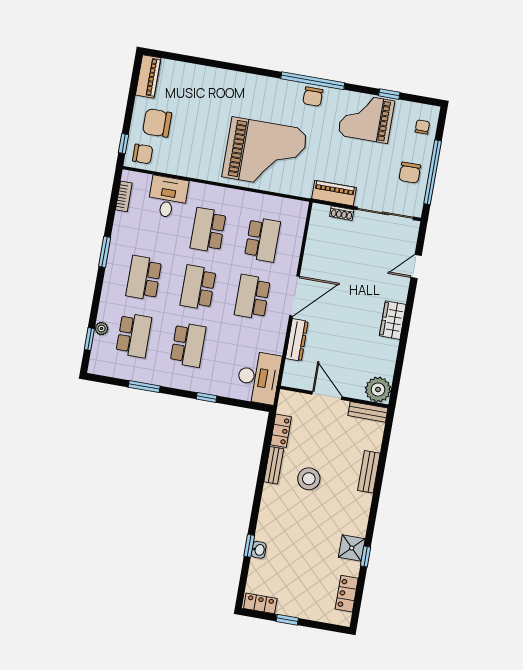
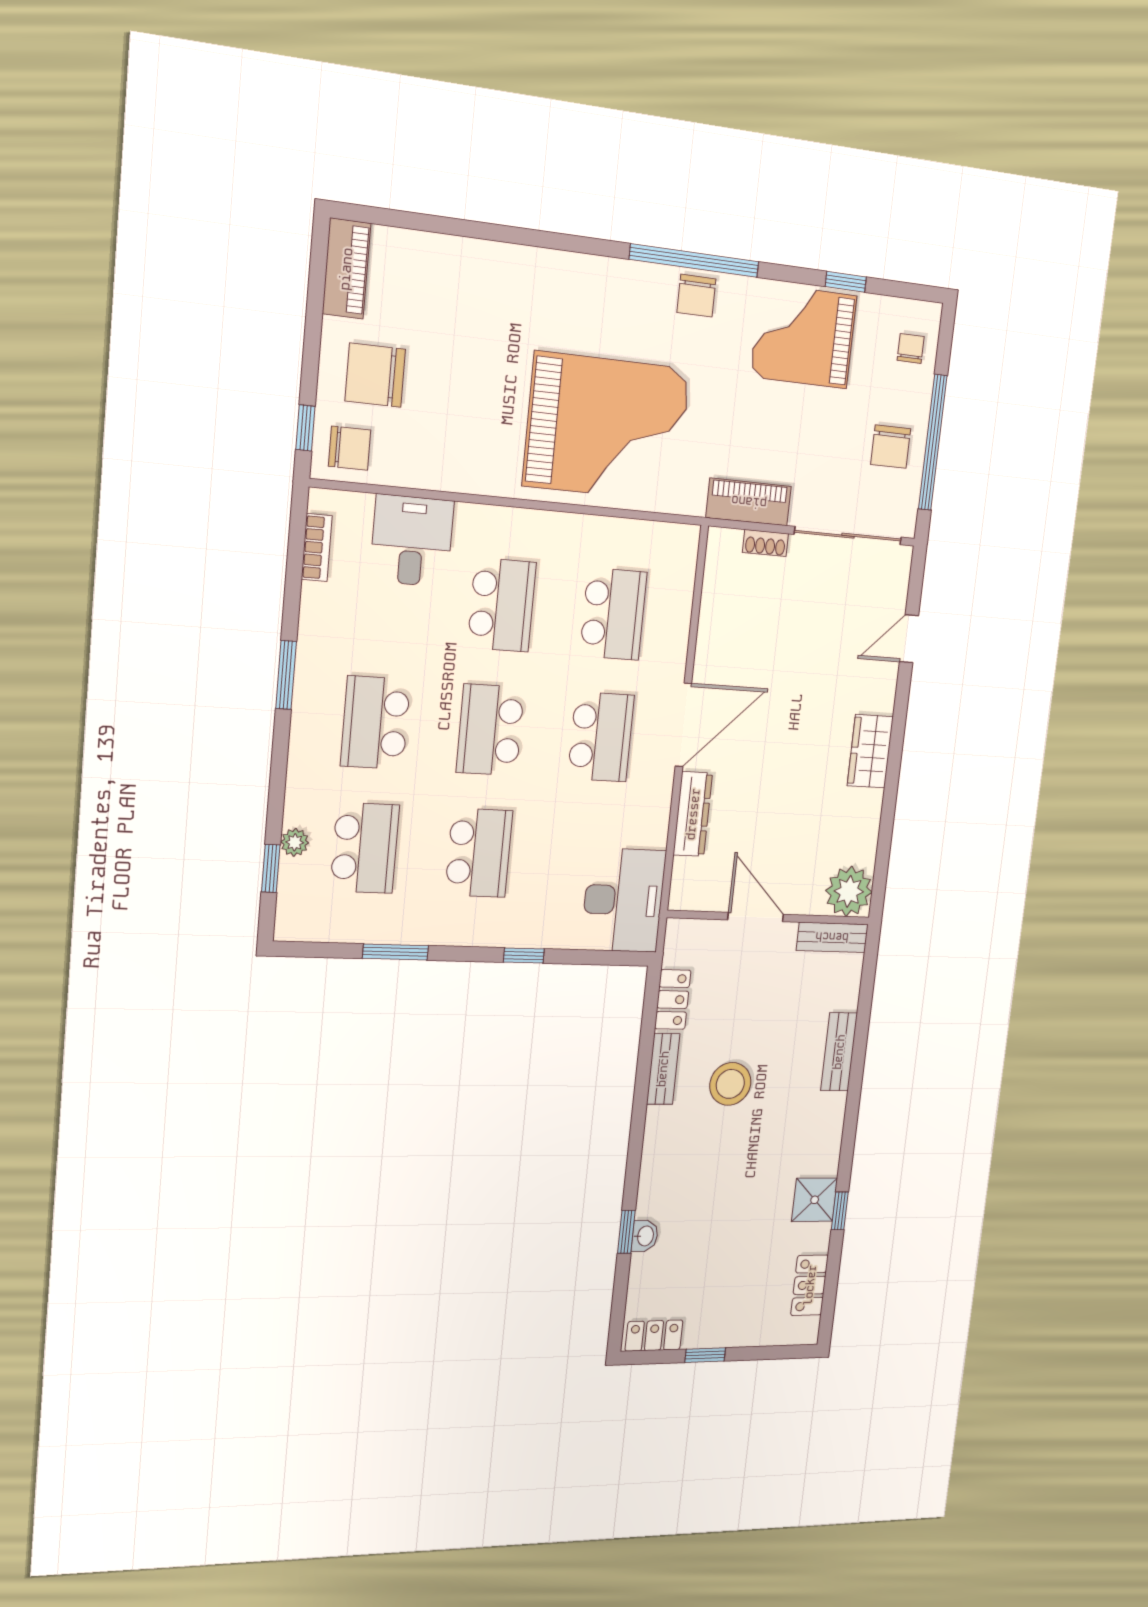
school desk: (208, 230) -> (502, 605), turned 180
school desk: (252, 297) -> (601, 737), turned 180

